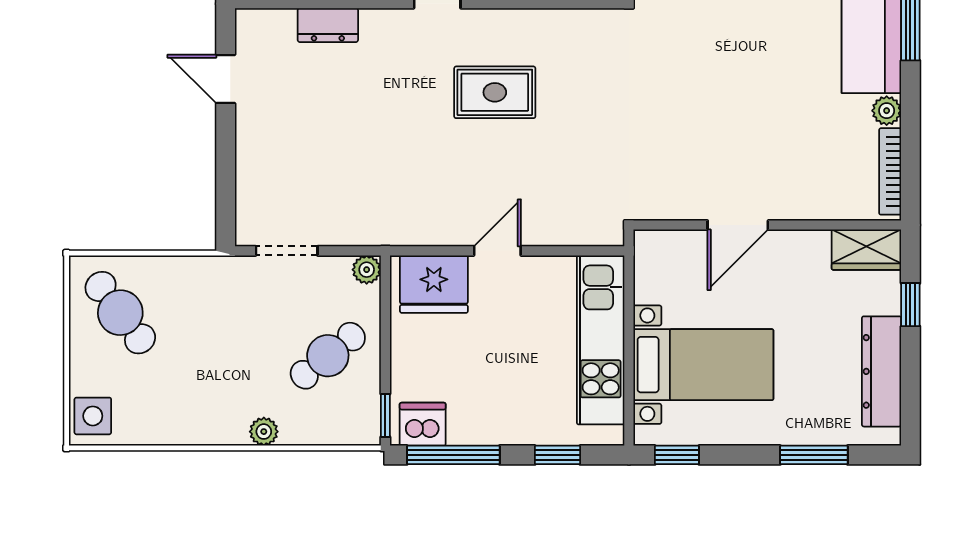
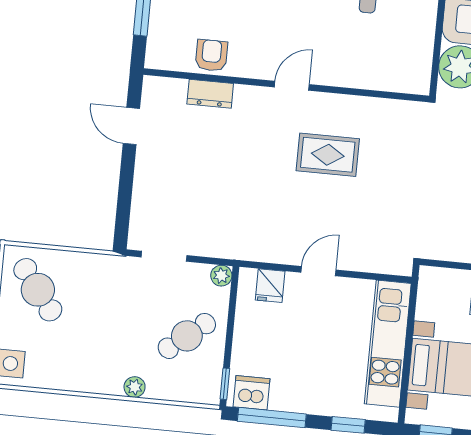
fridge: (434, 284) -> (270, 286), width x0.53, depth x0.75

